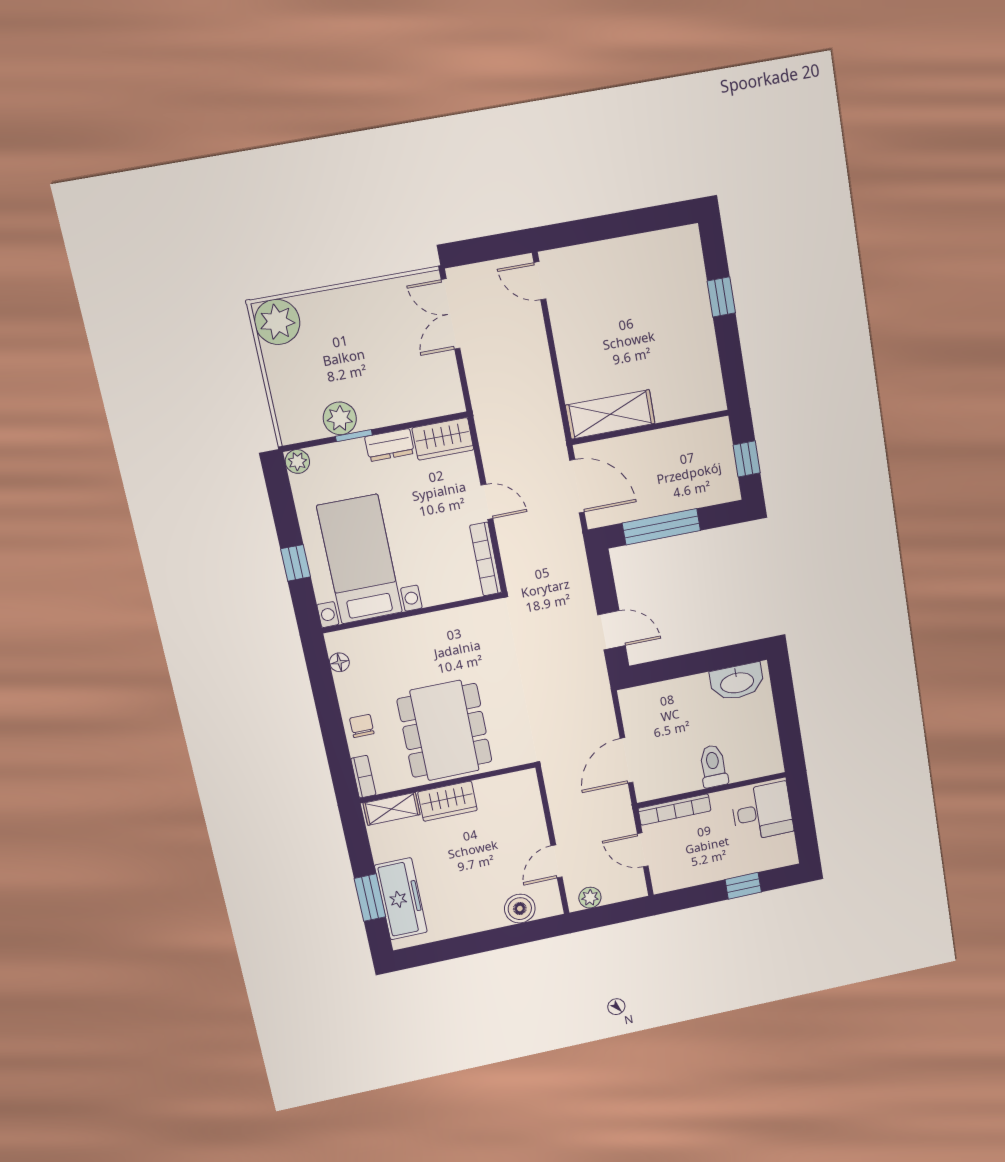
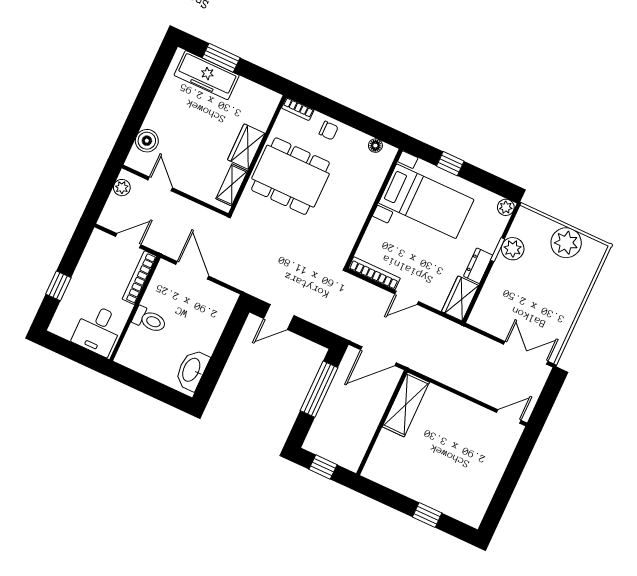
plant: (277, 322) -> (566, 243), moved
shelving: (392, 809) -> (232, 185), moved

